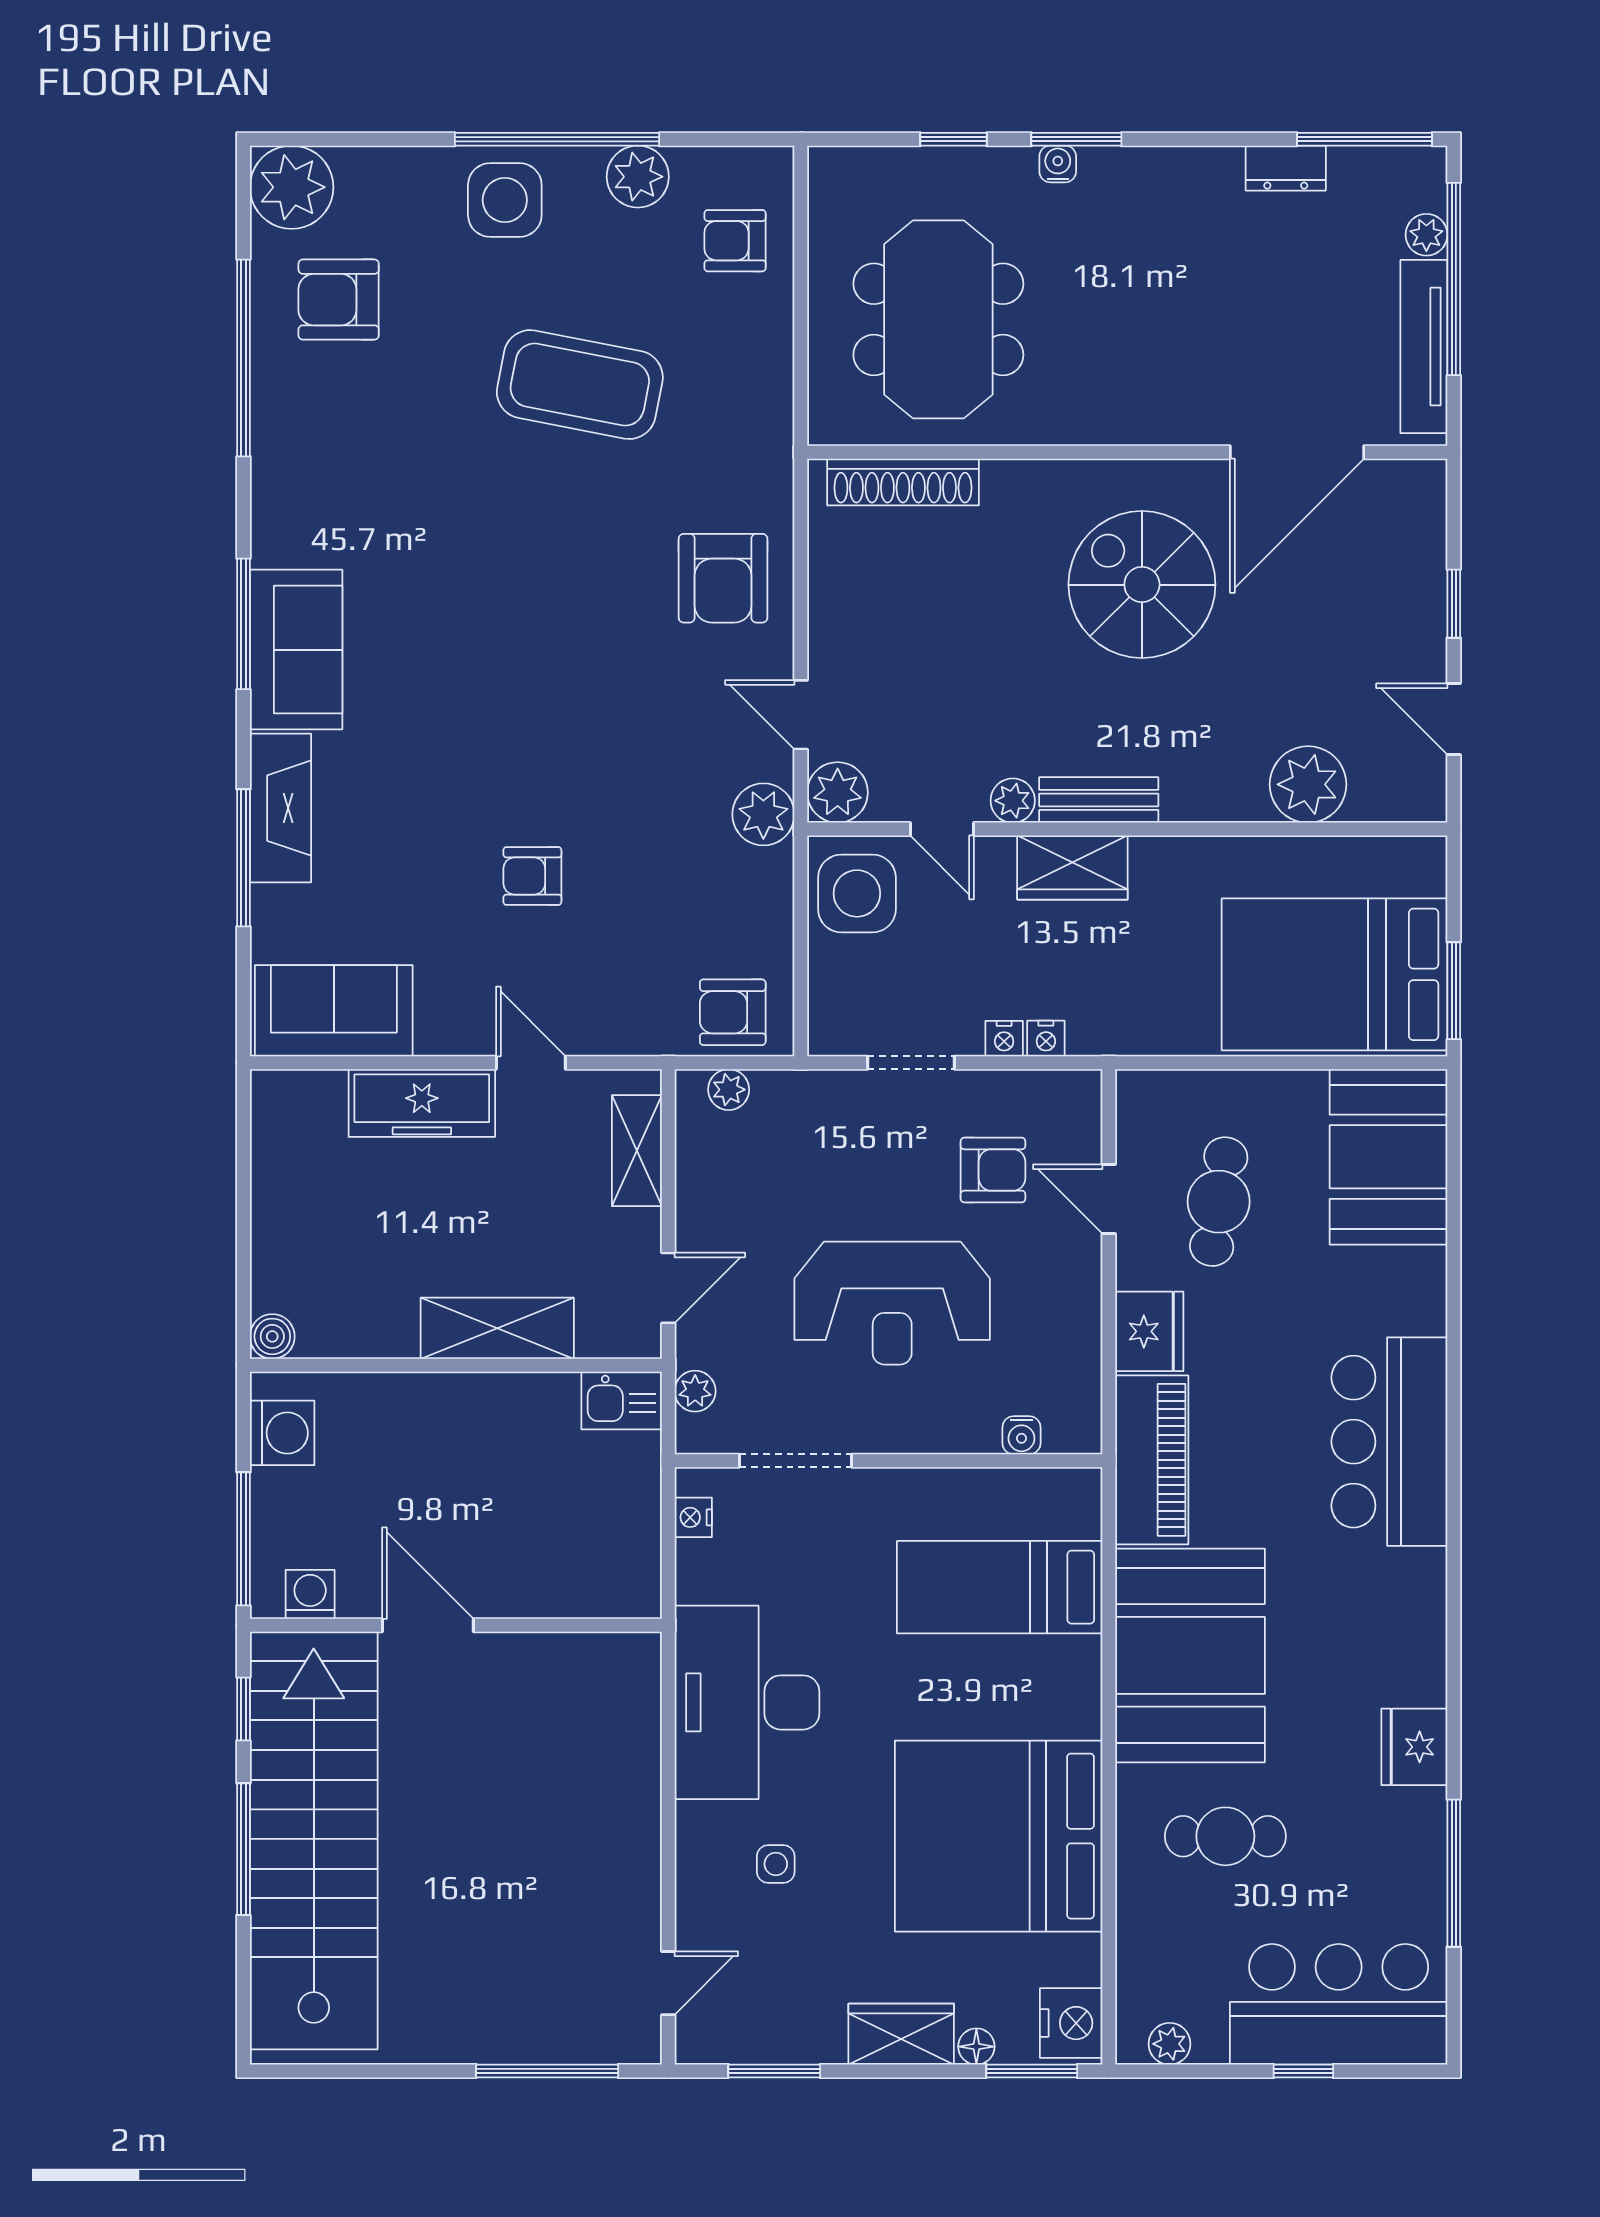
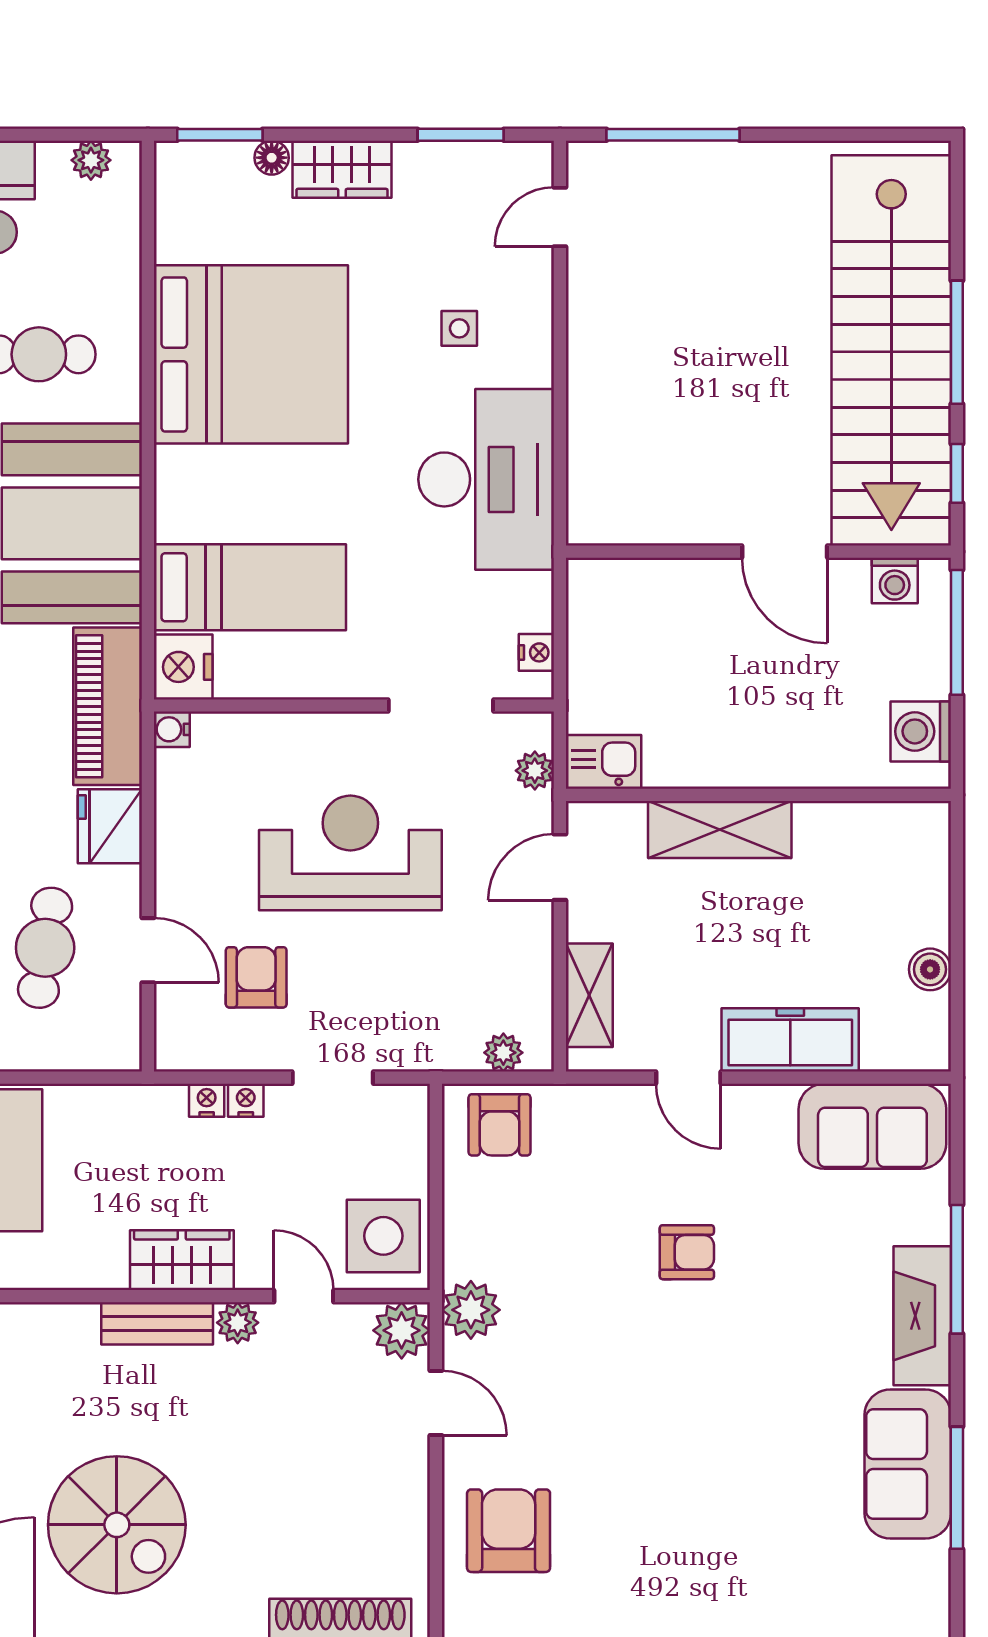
armchair: (733, 1012) -> (500, 1125), turned 90
armchair: (993, 1170) -> (256, 977), turned 90
boiler: (272, 1336) -> (930, 969), moved
water cooler: (1021, 1435) -> (172, 729), moved, turned -90
nightstand: (1071, 2023) -> (183, 667), moved

